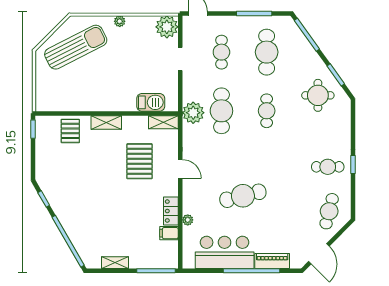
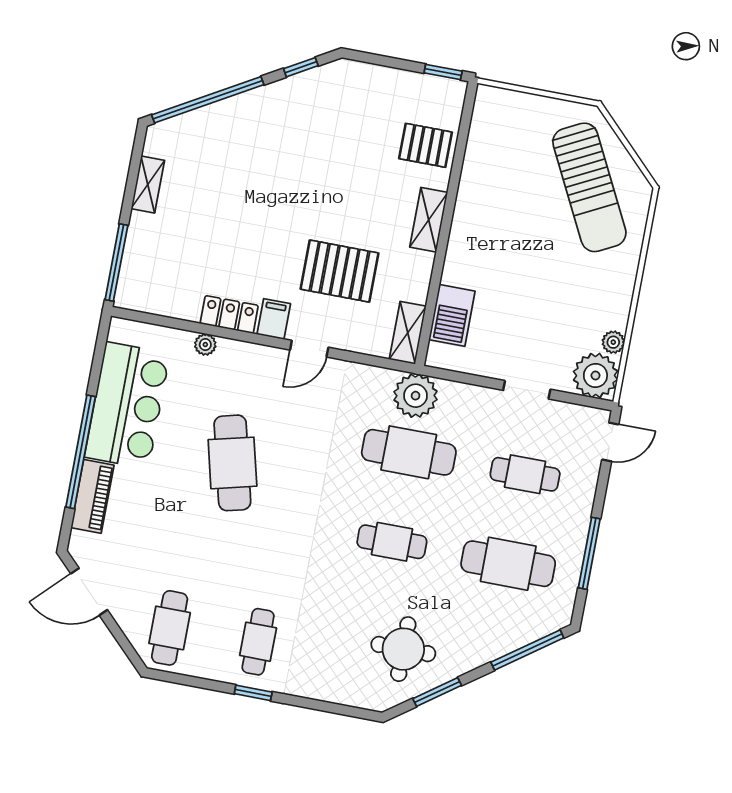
plant: (120, 21) -> (613, 342), moved
cafe table: (329, 211) -> (170, 628), turned 76
filing cabinet: (169, 233) -> (274, 319), moved

